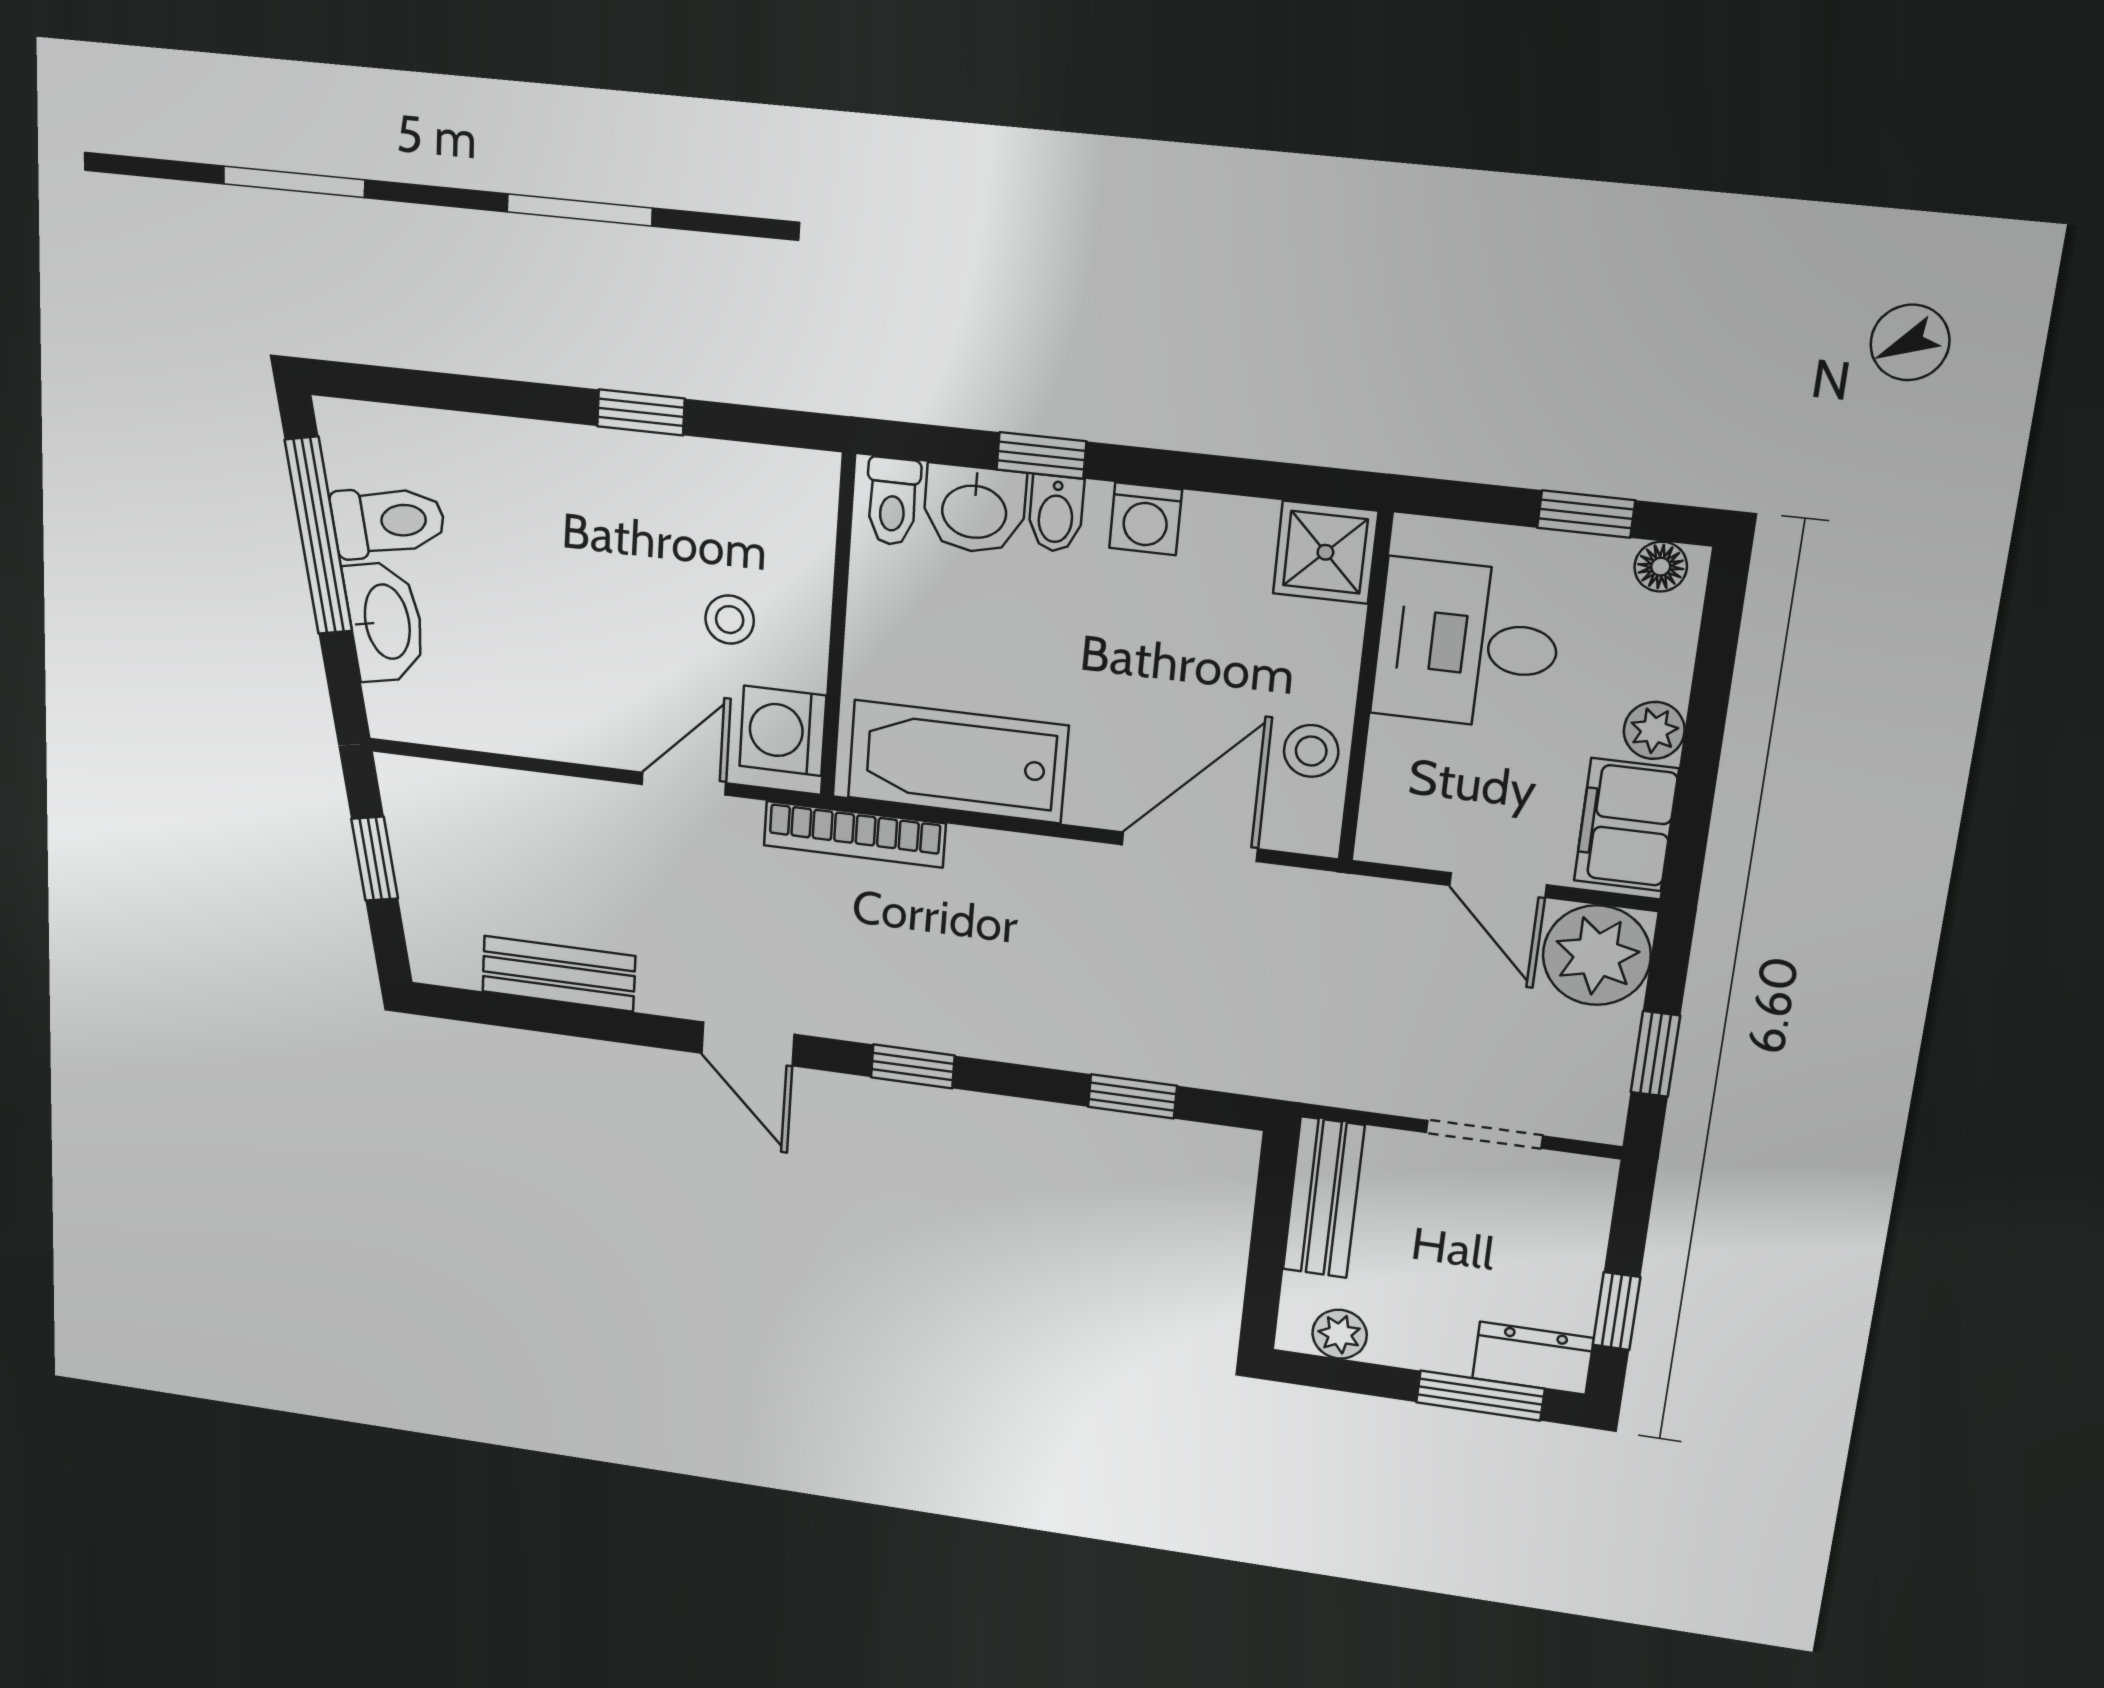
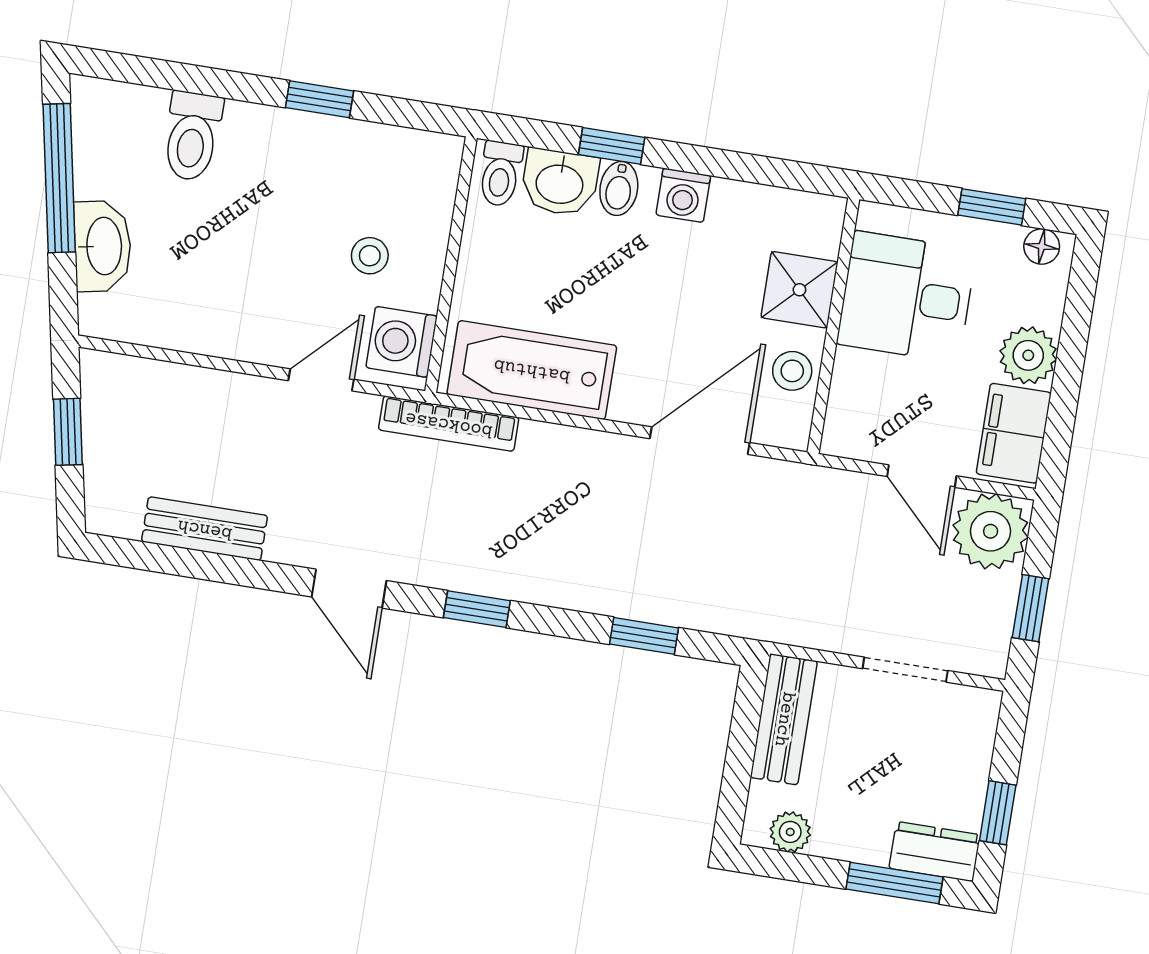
toilet: (388, 522) -> (192, 136), moved, turned 101
shower: (1325, 552) -> (799, 290), moved
plant: (1654, 730) -> (1028, 355), width x1.38, depth x1.38

